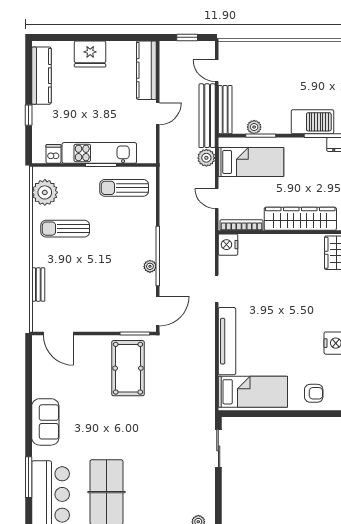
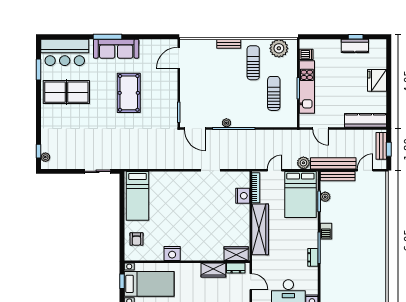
bench: (182, 48) -> (381, 146), added
kitchen counter: (41, 76) -> (355, 46), width x0.67
door: (158, 114) -> (321, 128), moved
window: (29, 115) -> (356, 37), moved
barbecue: (312, 122) -> (326, 231), width x0.53, depth x0.65
bed: (251, 162) -> (300, 195), width x1.50
sun lounger: (124, 188) -> (274, 93), moved
nightstand: (228, 245) -> (243, 196), moved, turned 90
bench: (38, 284) -> (229, 44), moved
tv unit: (227, 341) -> (173, 177), removed
pool table: (128, 368) -> (129, 93), moved, turned 90
sofa: (45, 422) -> (116, 49), width x1.36
window: (29, 477) -> (107, 37), moved

